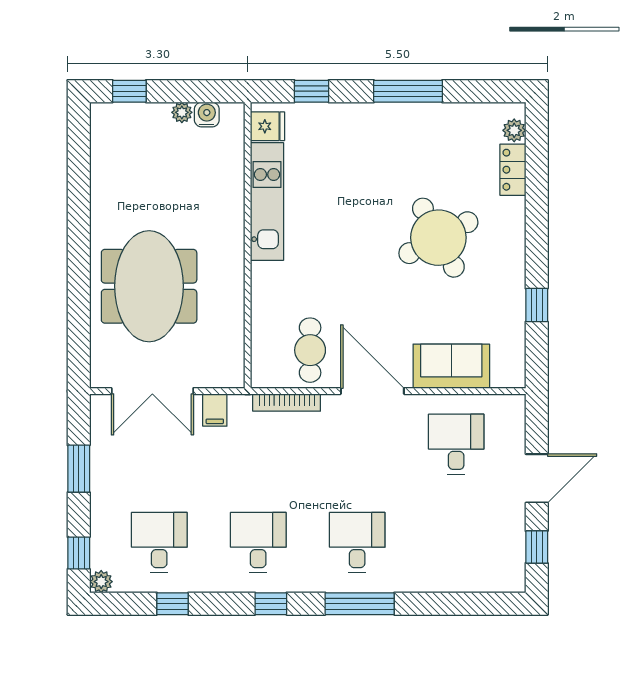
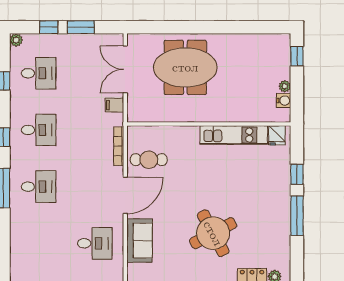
window: (311, 91) -> (297, 174), moved
window: (79, 553) -> (49, 27), moved

